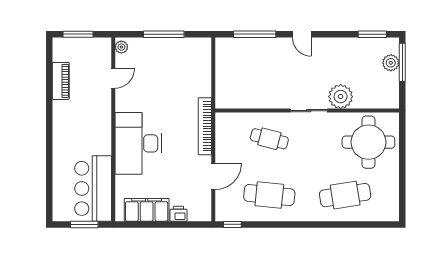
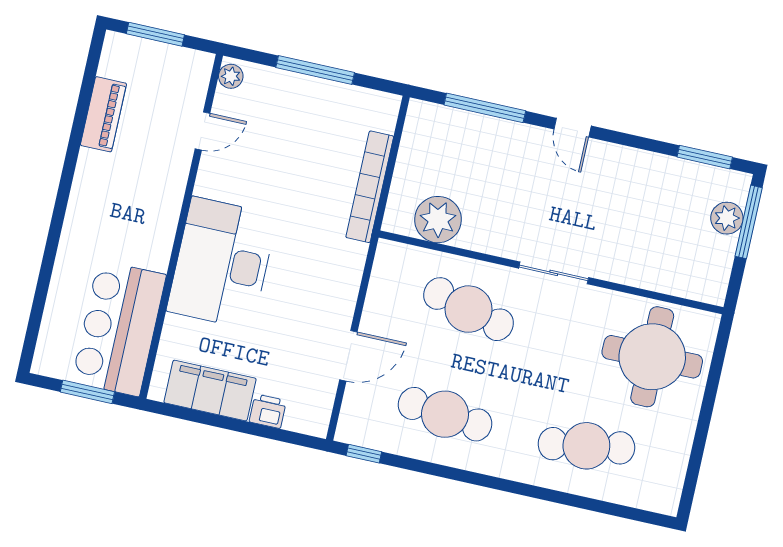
plant: (341, 97) -> (438, 220), moved
bookcase: (205, 126) -> (370, 187), moved
cafe table: (269, 139) -> (468, 309), width x1.37, depth x1.35

